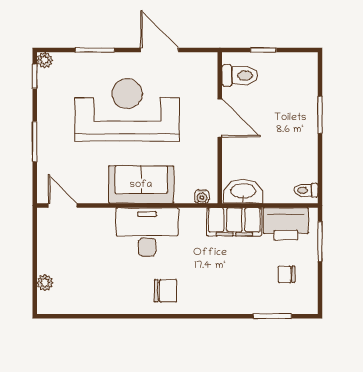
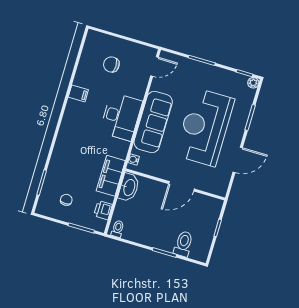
toilet: (240, 76) -> (183, 244), moved, turned 180
reception desk: (127, 110) -> (205, 127), turned 180
sofa: (141, 185) -> (153, 122), width x1.36
printer: (286, 224) -> (103, 210), width x0.53, depth x0.68
plant: (45, 283) -> (107, 40), removed
chair: (165, 291) -> (111, 65), moved, turned 90
filing cabinet: (132, 301) -> (78, 93), added

